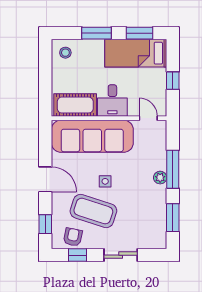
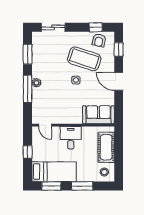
cot: (75, 105) -> (106, 147), moved, turned 90
sofa: (92, 136) -> (98, 115), width x0.54, depth x0.79
sliding door: (121, 255) -> (53, 27), moved

